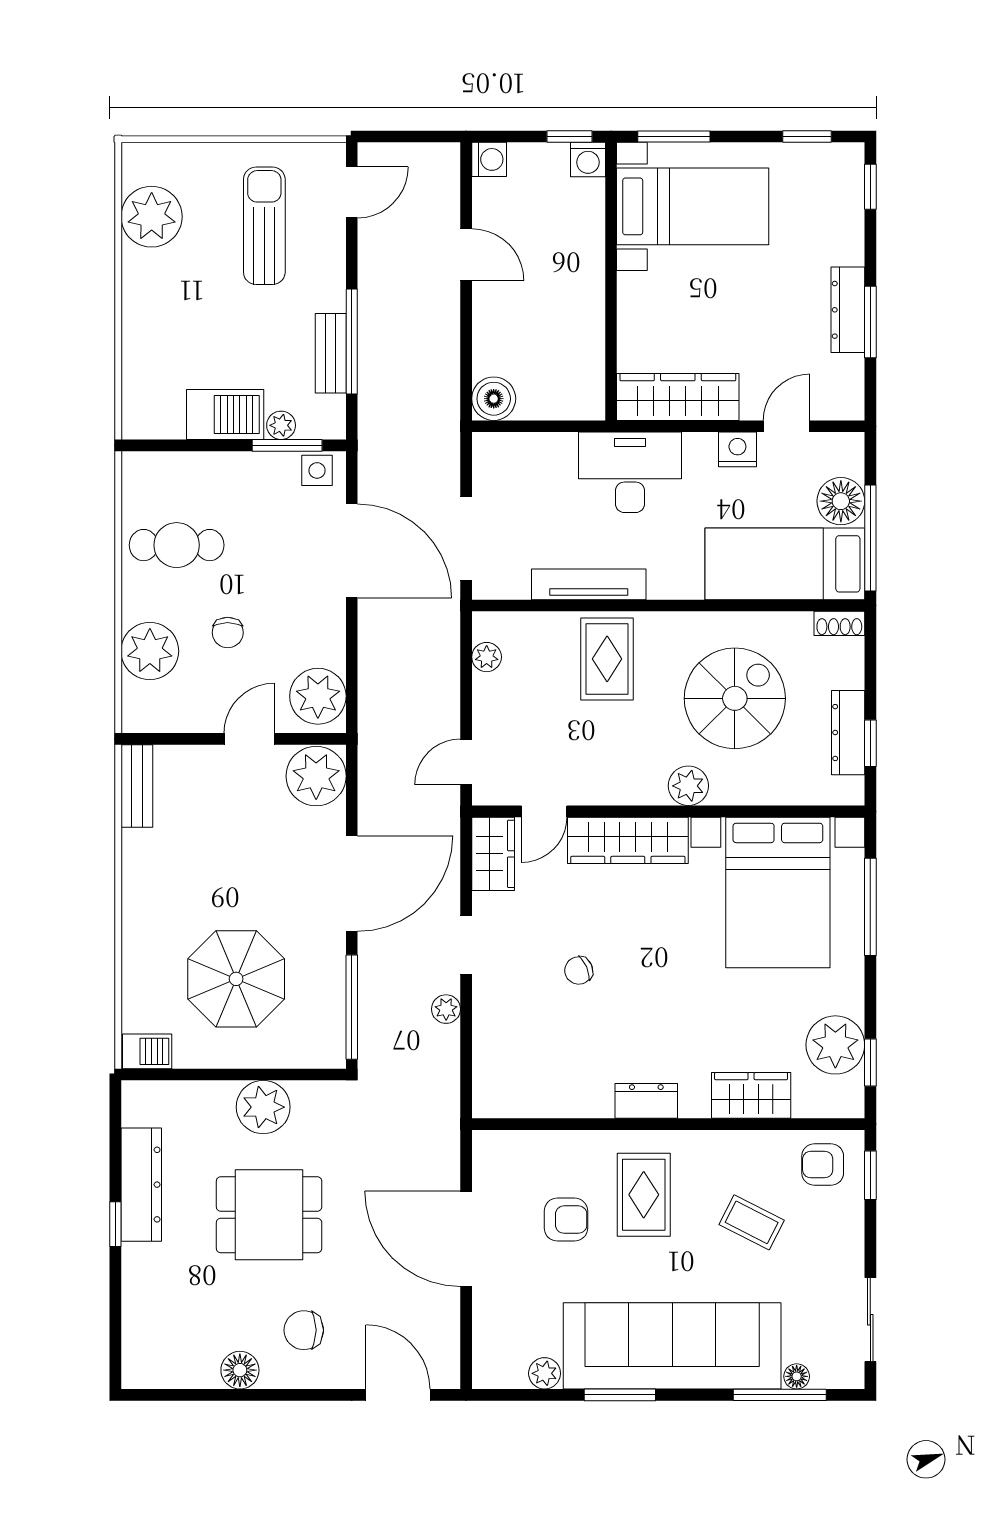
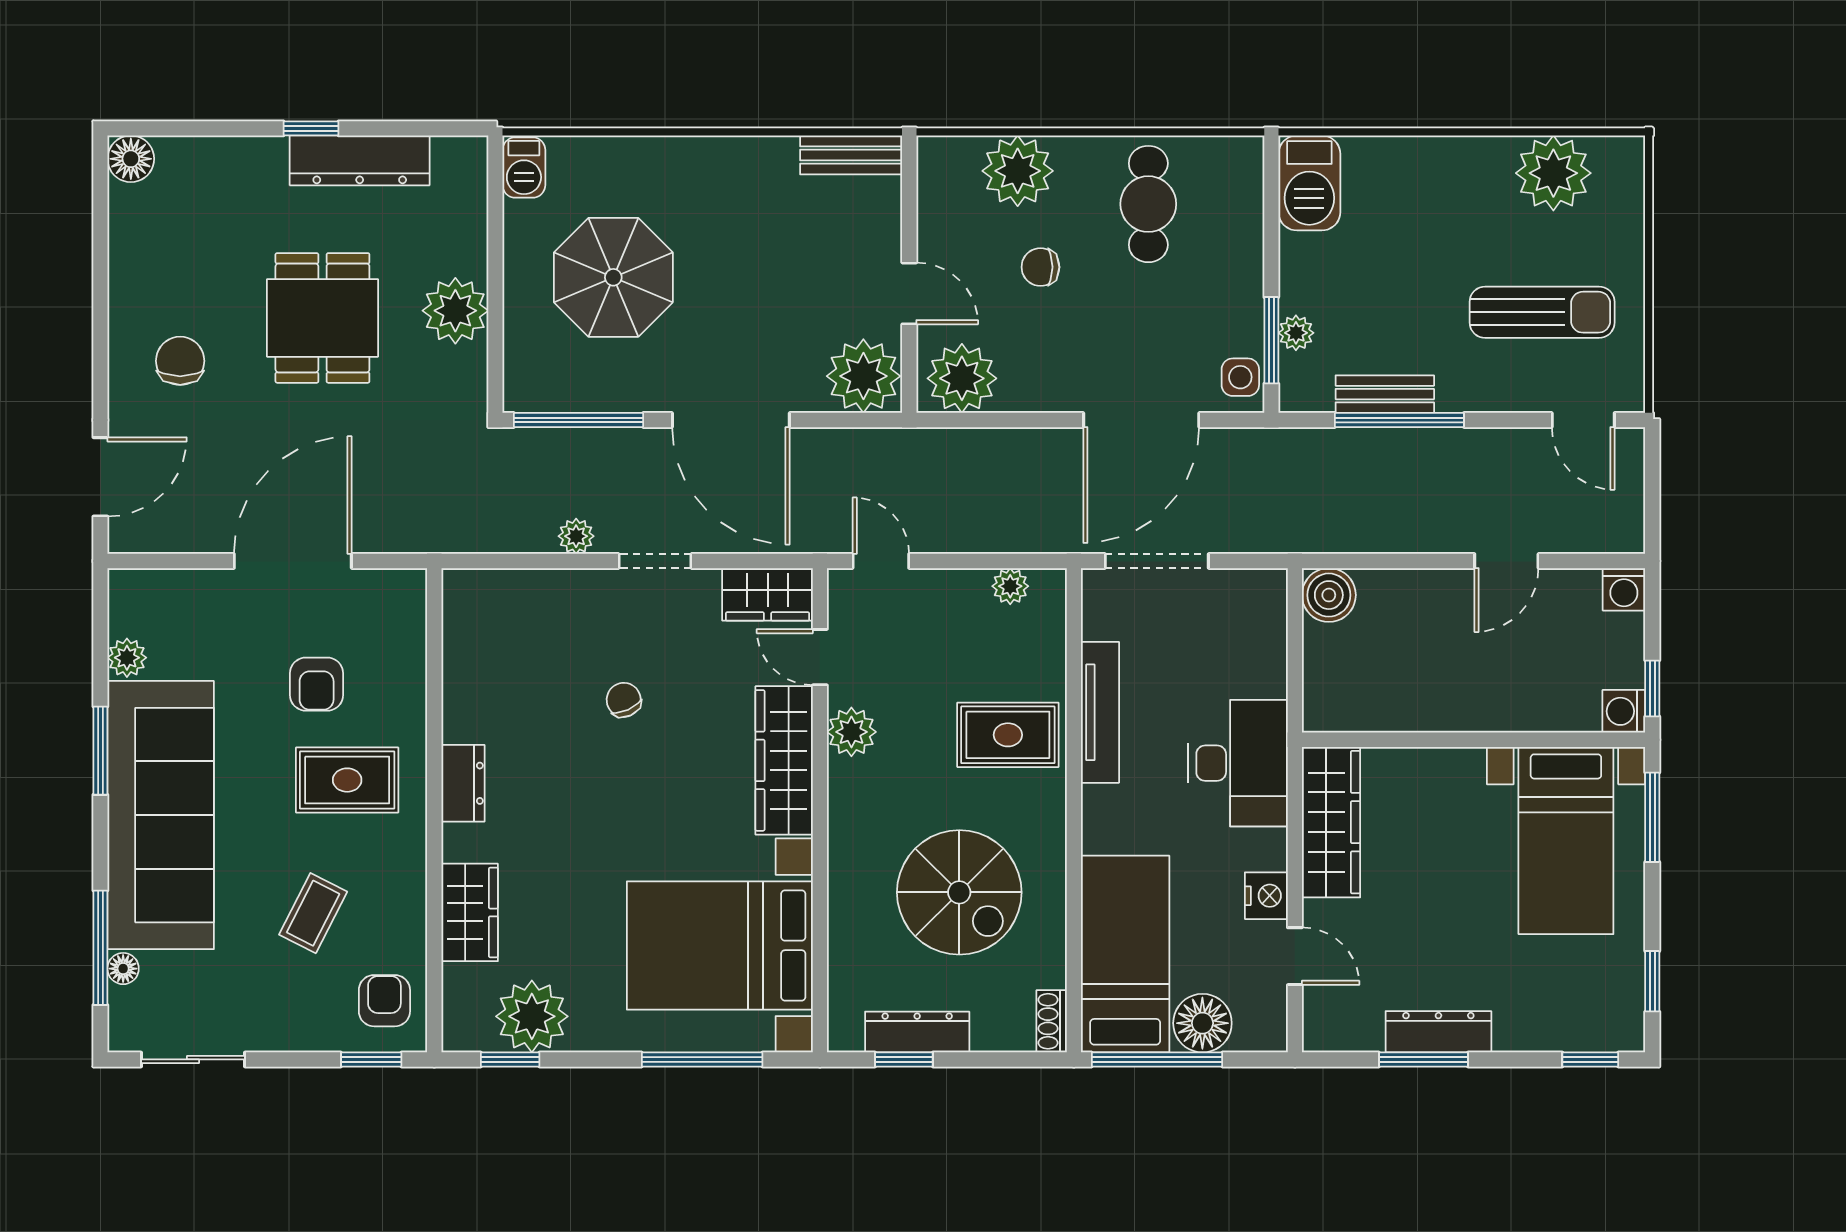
barbecue: (225, 414) -> (1309, 183), moved
plant: (688, 786) -> (851, 732), moved
floor lamp: (240, 1370) -> (131, 159), moved

